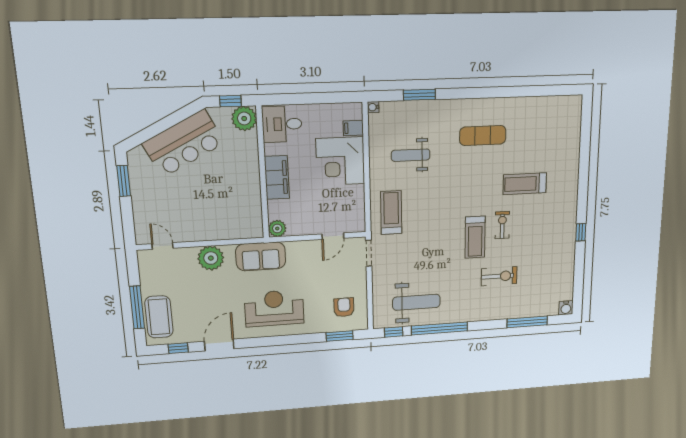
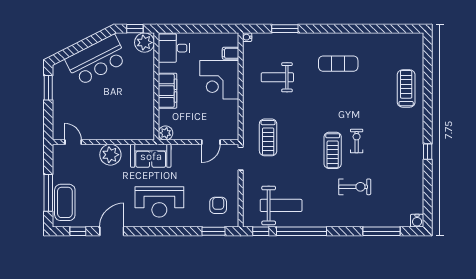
treadmill: (525, 184) -> (406, 88), moved, turned 90
treadmill: (391, 213) -> (268, 137), moved, turned 180
reception desk: (274, 308) -> (159, 202), turned 180

